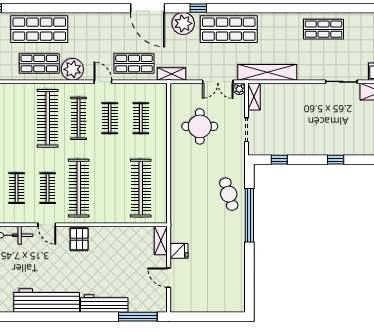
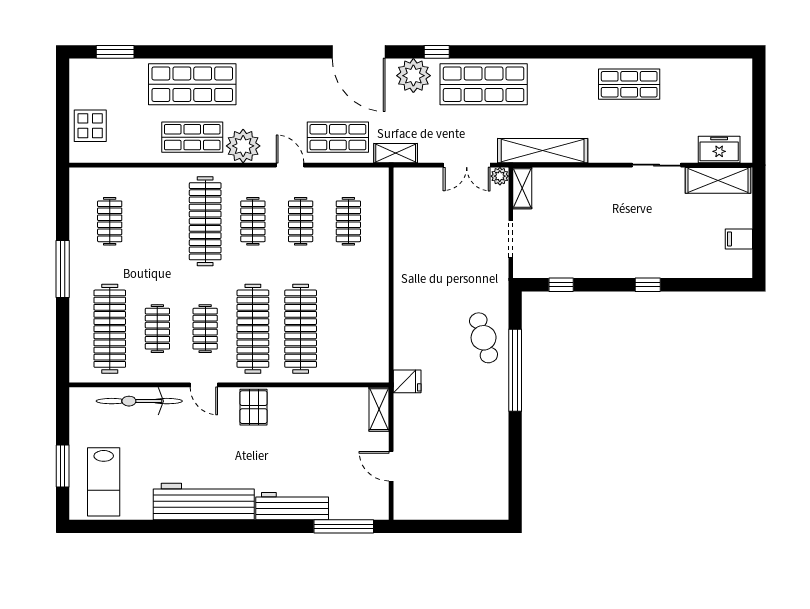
clothes rail: (79, 118) -> (253, 221), width x0.73
round table: (200, 126) -> (439, 234), removed
clothes rail: (141, 188) -> (301, 329), moved
fridge: (179, 251) -> (407, 381), moved

